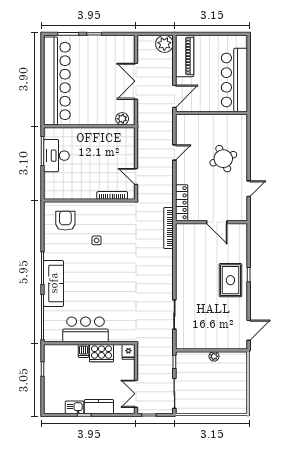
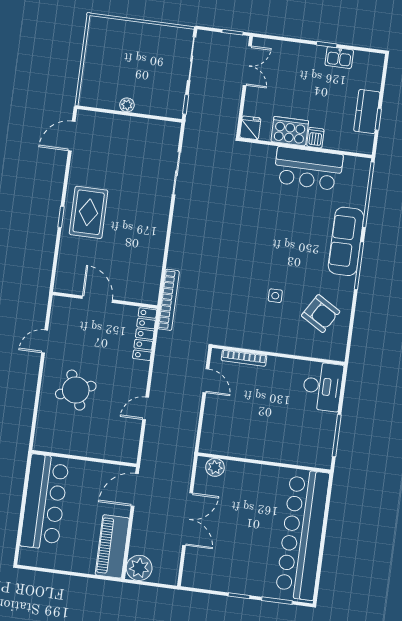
desk: (56, 156) -> (323, 386), moved
armchair: (65, 221) -> (321, 314), moved, turned -59
kitchen counter: (99, 407) -> (367, 112), moved, turned 90

